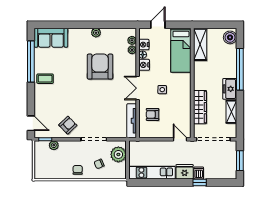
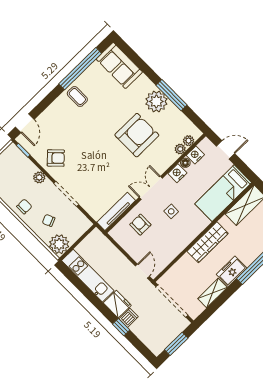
window: (97, 25) -> (172, 95), added
plant: (96, 33) -> (156, 101), width x1.87, depth x1.87
wardrobe: (200, 107) -> (208, 242), moved
plant: (54, 145) -> (39, 177), moved
plant: (118, 154) -> (59, 244), moved

